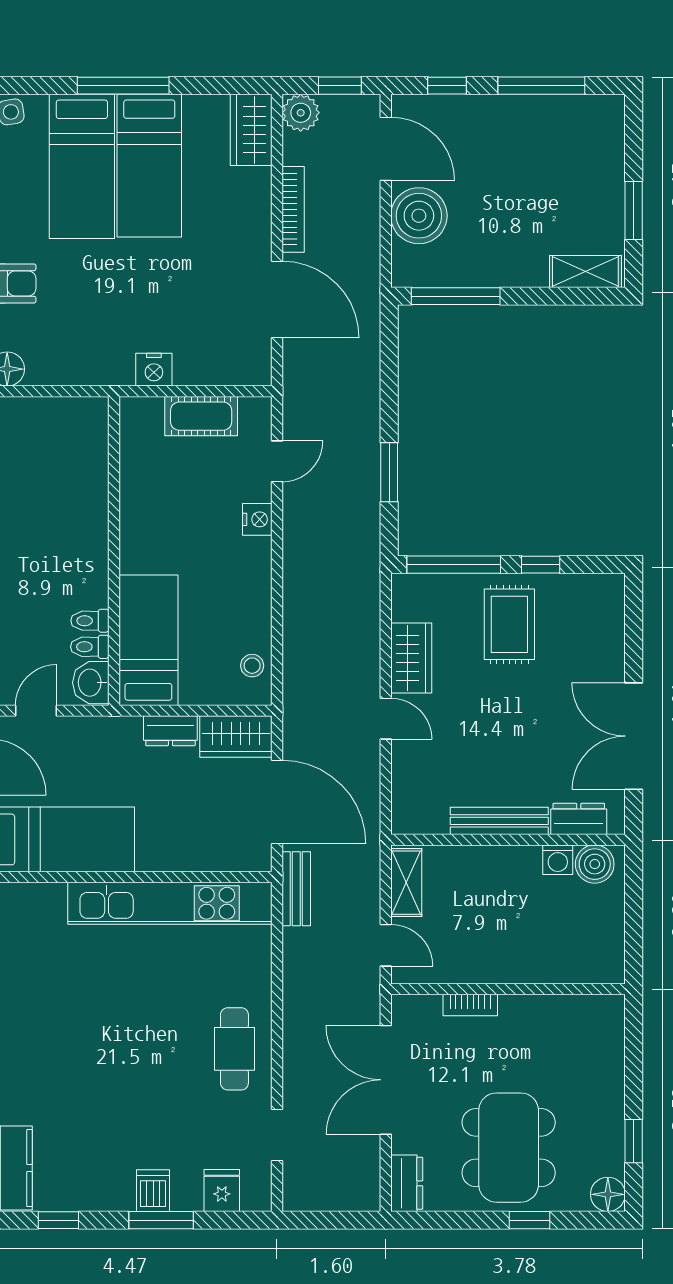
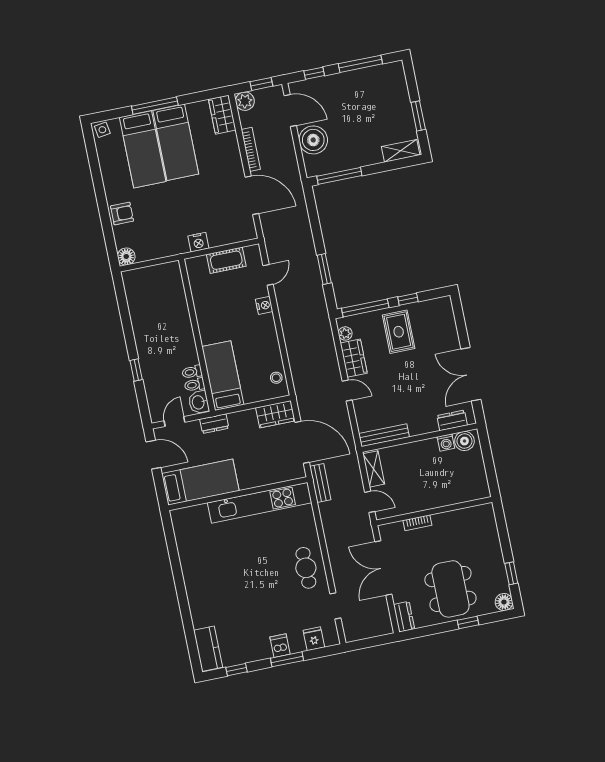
plant: (404, 606) -> (345, 333), added
dresser: (170, 731) -> (214, 424), moved
bench: (499, 821) -> (384, 435), moved

